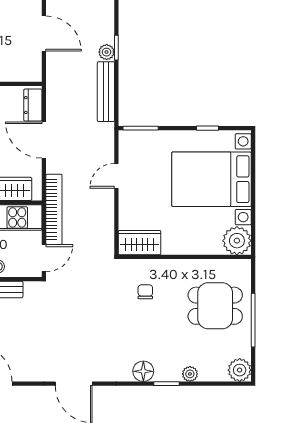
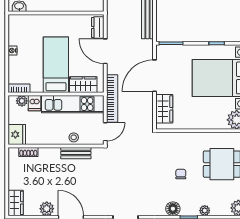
door: (116, 176) -> (155, 76), width x1.88
wardrobe: (140, 243) -> (164, 109), moved, turned 90
chair: (145, 292) -> (181, 174), moved

